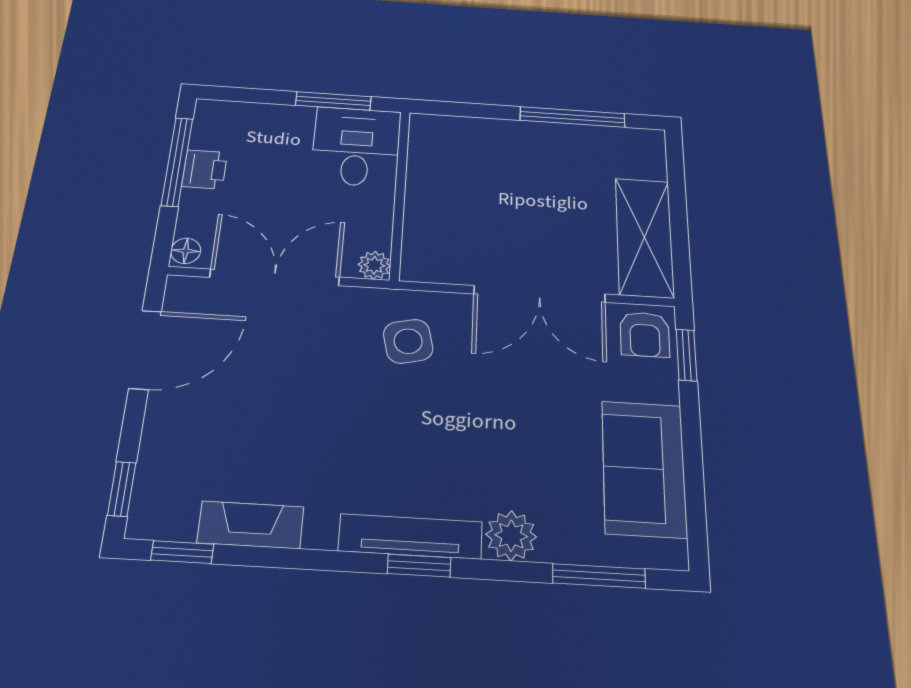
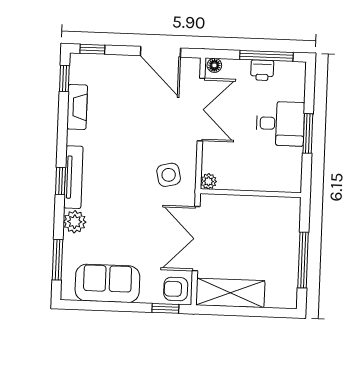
desk: (356, 147) -> (280, 124), moved
wall: (400, 193) -> (251, 193), moved
plant: (374, 265) -> (209, 181), moved

